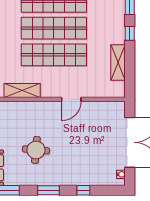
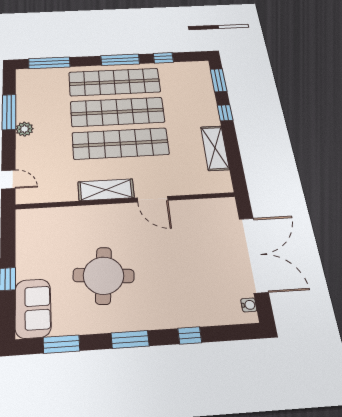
shelving: (22, 90) -> (106, 190), moved
door: (71, 99) -> (153, 199), hinge flipped
round table: (36, 150) -> (104, 276), width x1.36, depth x1.36

